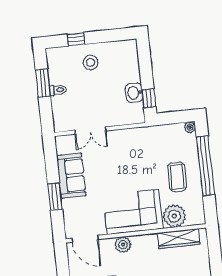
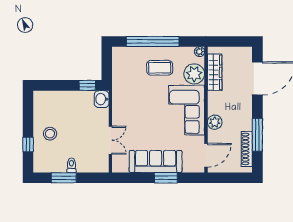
washbasin: (134, 93) -> (102, 99), moved, turned 90
plant: (190, 127) -> (199, 52), moved
sofa: (71, 176) -> (156, 161), width x1.36

